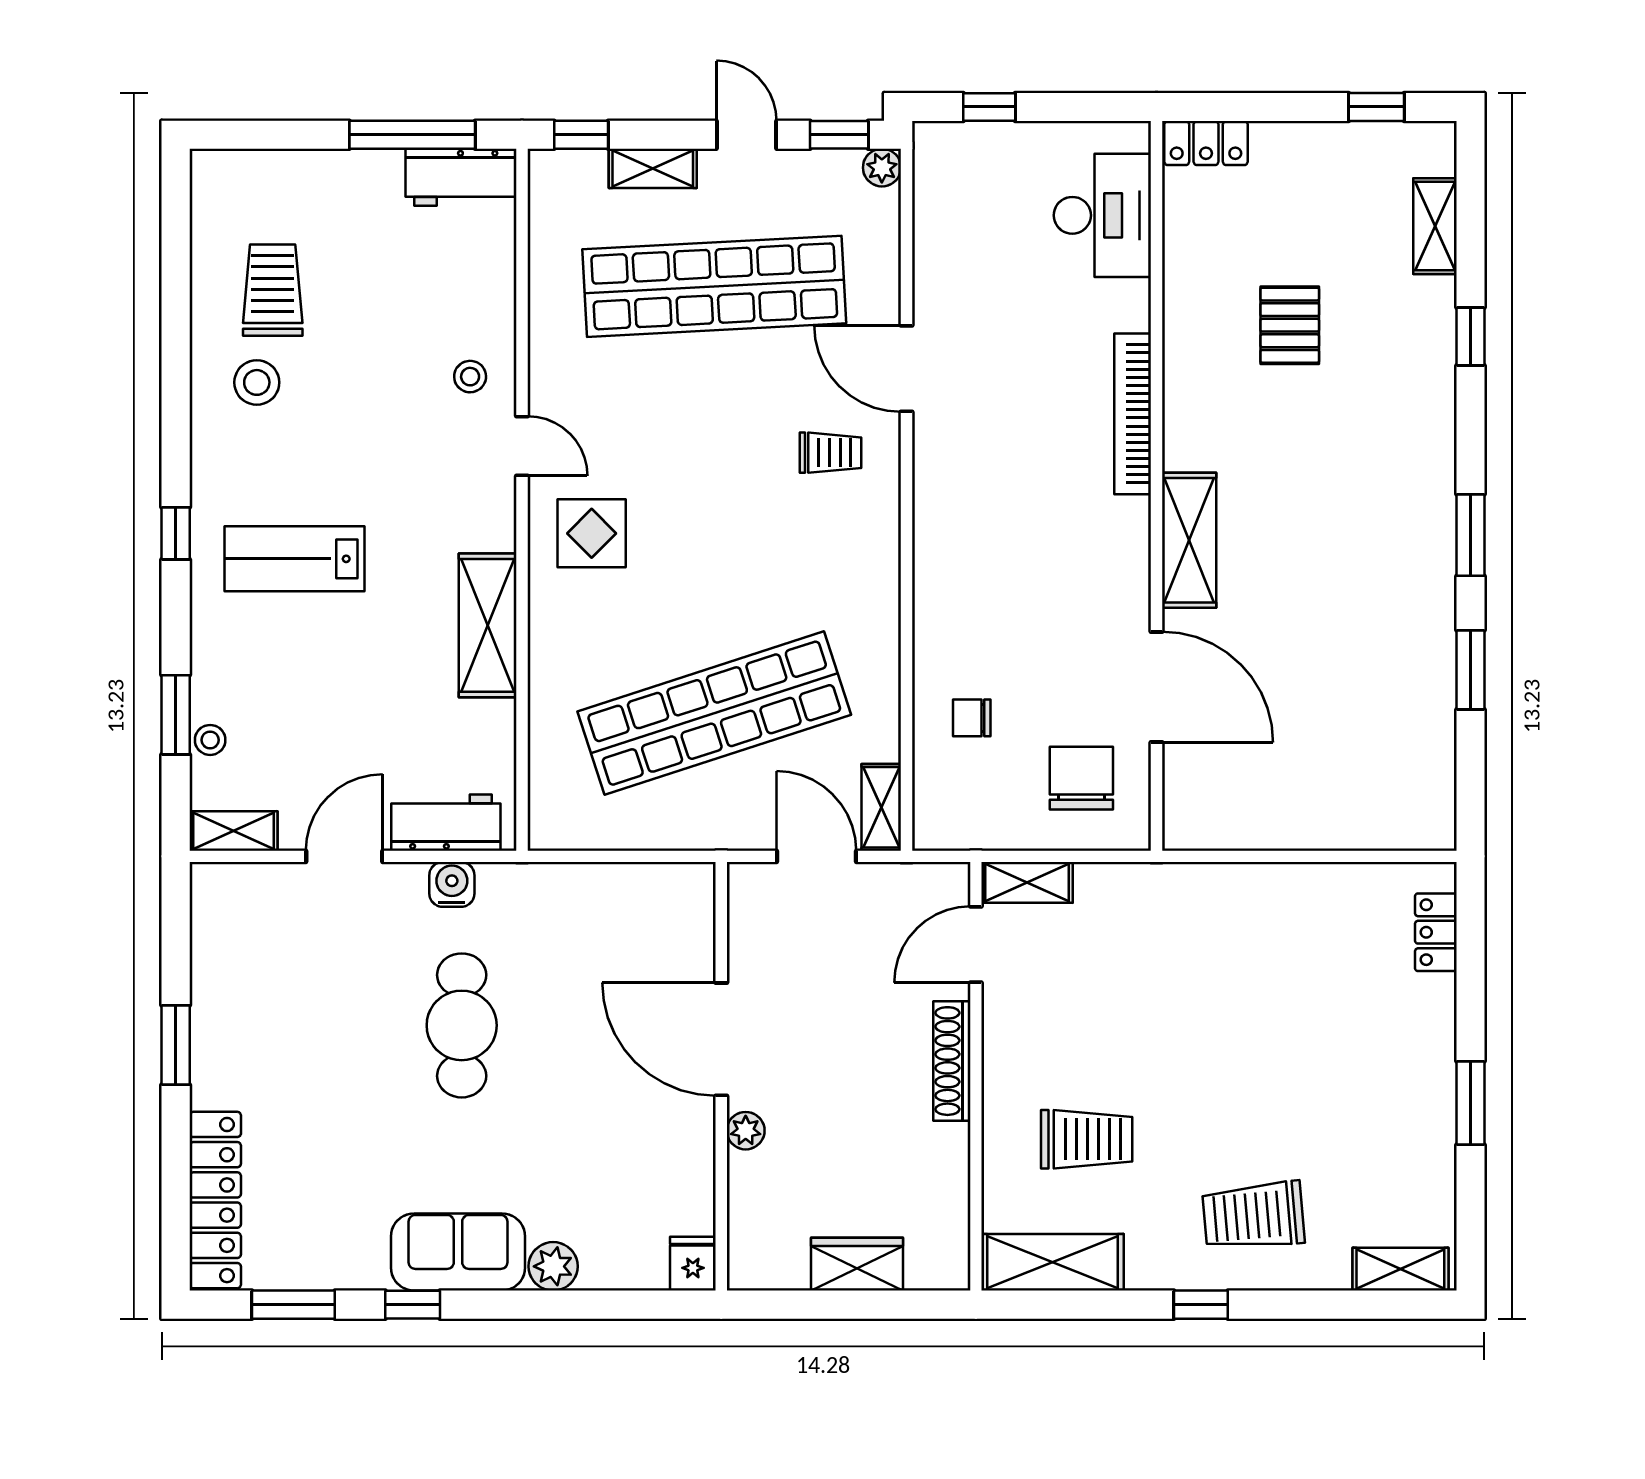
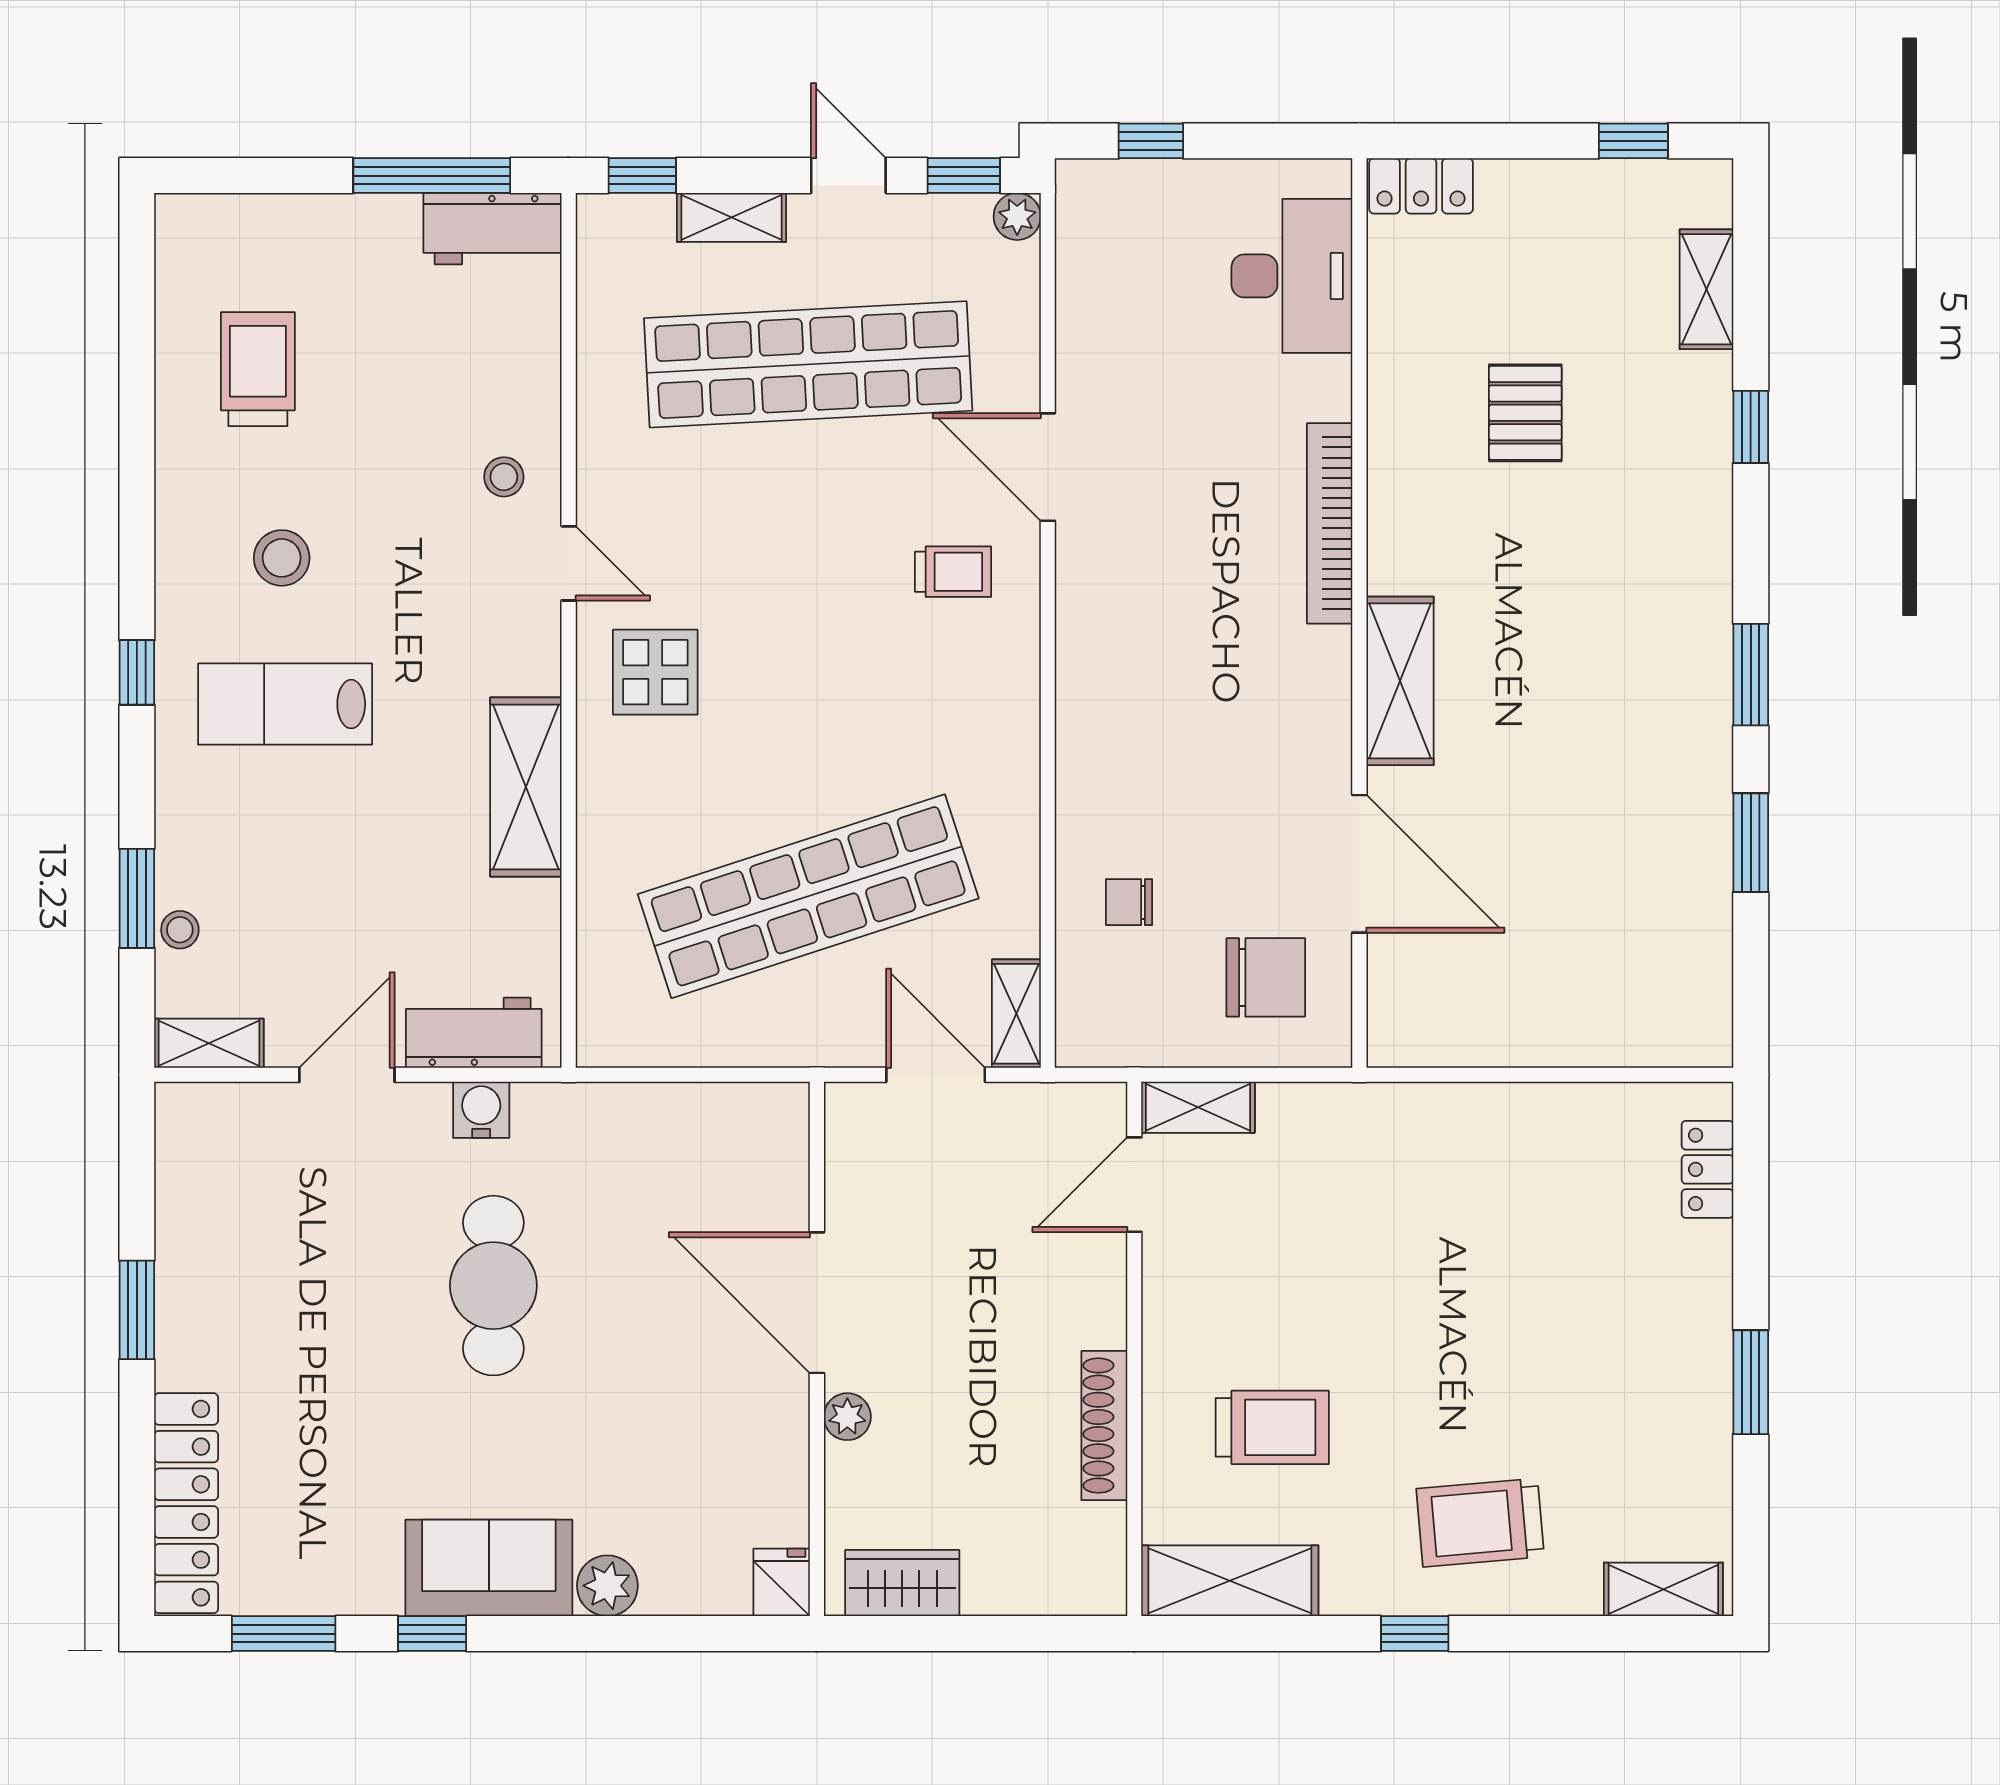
stool: (257, 382) -> (282, 558), moved
chair: (1081, 778) -> (1266, 977), turned 90
shoe rack: (952, 1061) -> (1104, 1426), moved
wardrobe: (857, 1264) -> (902, 1583), moved

